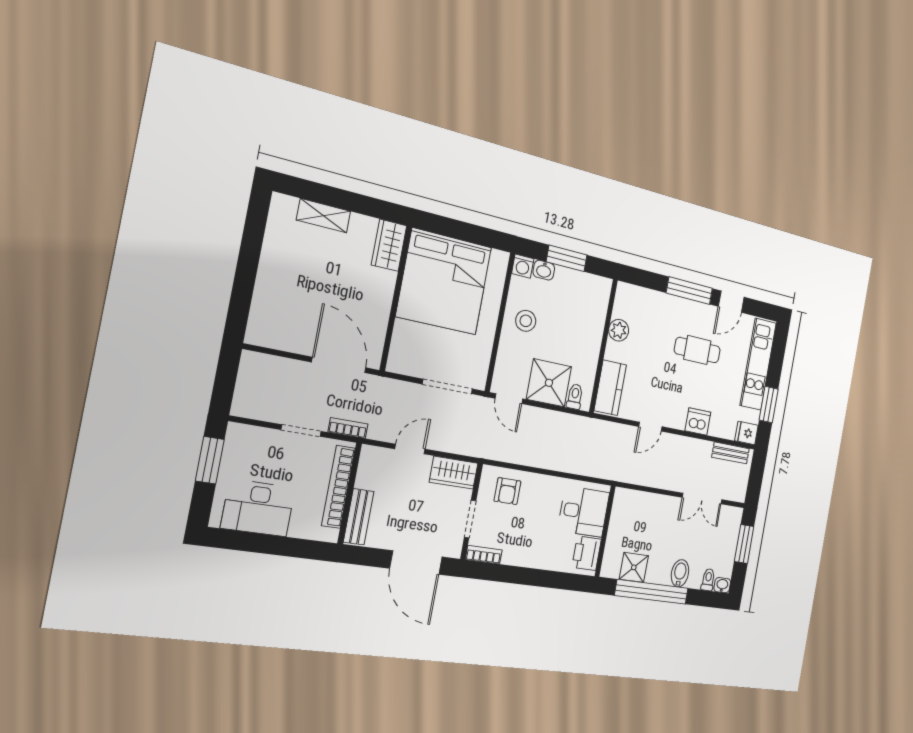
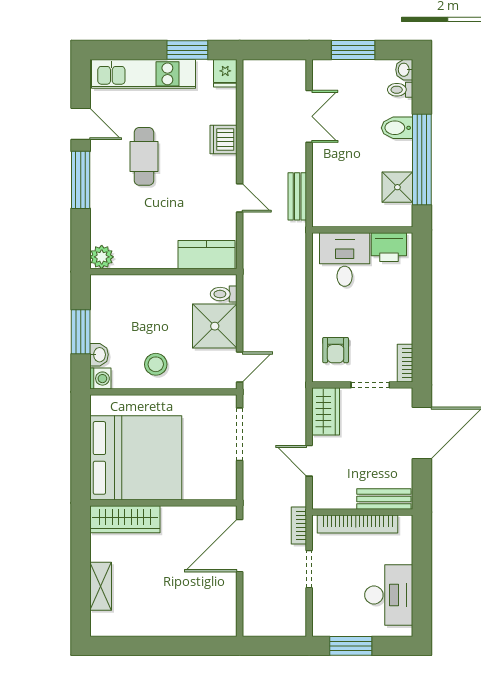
wardrobe: (389, 245) -> (125, 519), width x1.50
plant: (619, 330) -> (102, 257), moved
bench: (731, 453) -> (297, 196), moved
armchair: (507, 491) -> (336, 350), turned 90

